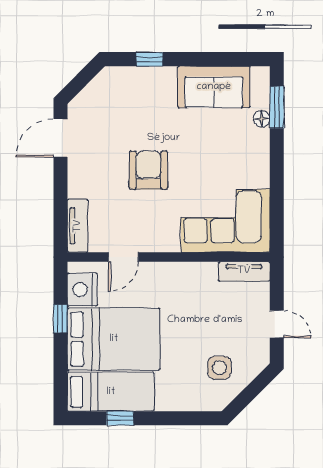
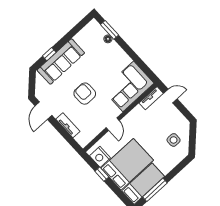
sofa: (214, 87) -> (61, 61), moved, width x1.36
tv unit: (78, 226) -> (68, 125), moved
door: (123, 257) -> (113, 124), moved
door: (277, 324) -> (170, 96), moved
window: (120, 418) -> (155, 190), width x2.17

